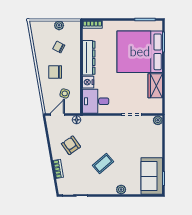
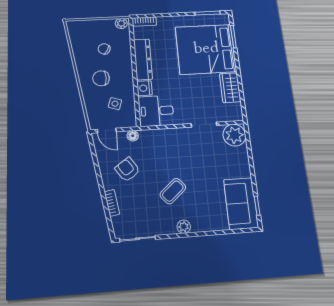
plant: (59, 25) -> (121, 23), moved
door: (57, 114) -> (107, 131), swing flipped
plant: (158, 120) -> (234, 135), width x1.88, depth x1.88
plant: (121, 190) -> (184, 227), moved

